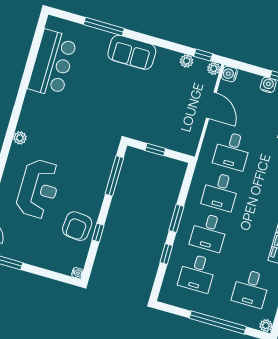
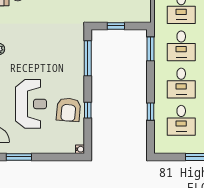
reception desk: (39, 189) -> (31, 104), moved
window: (176, 218) -> (151, 49), moved

